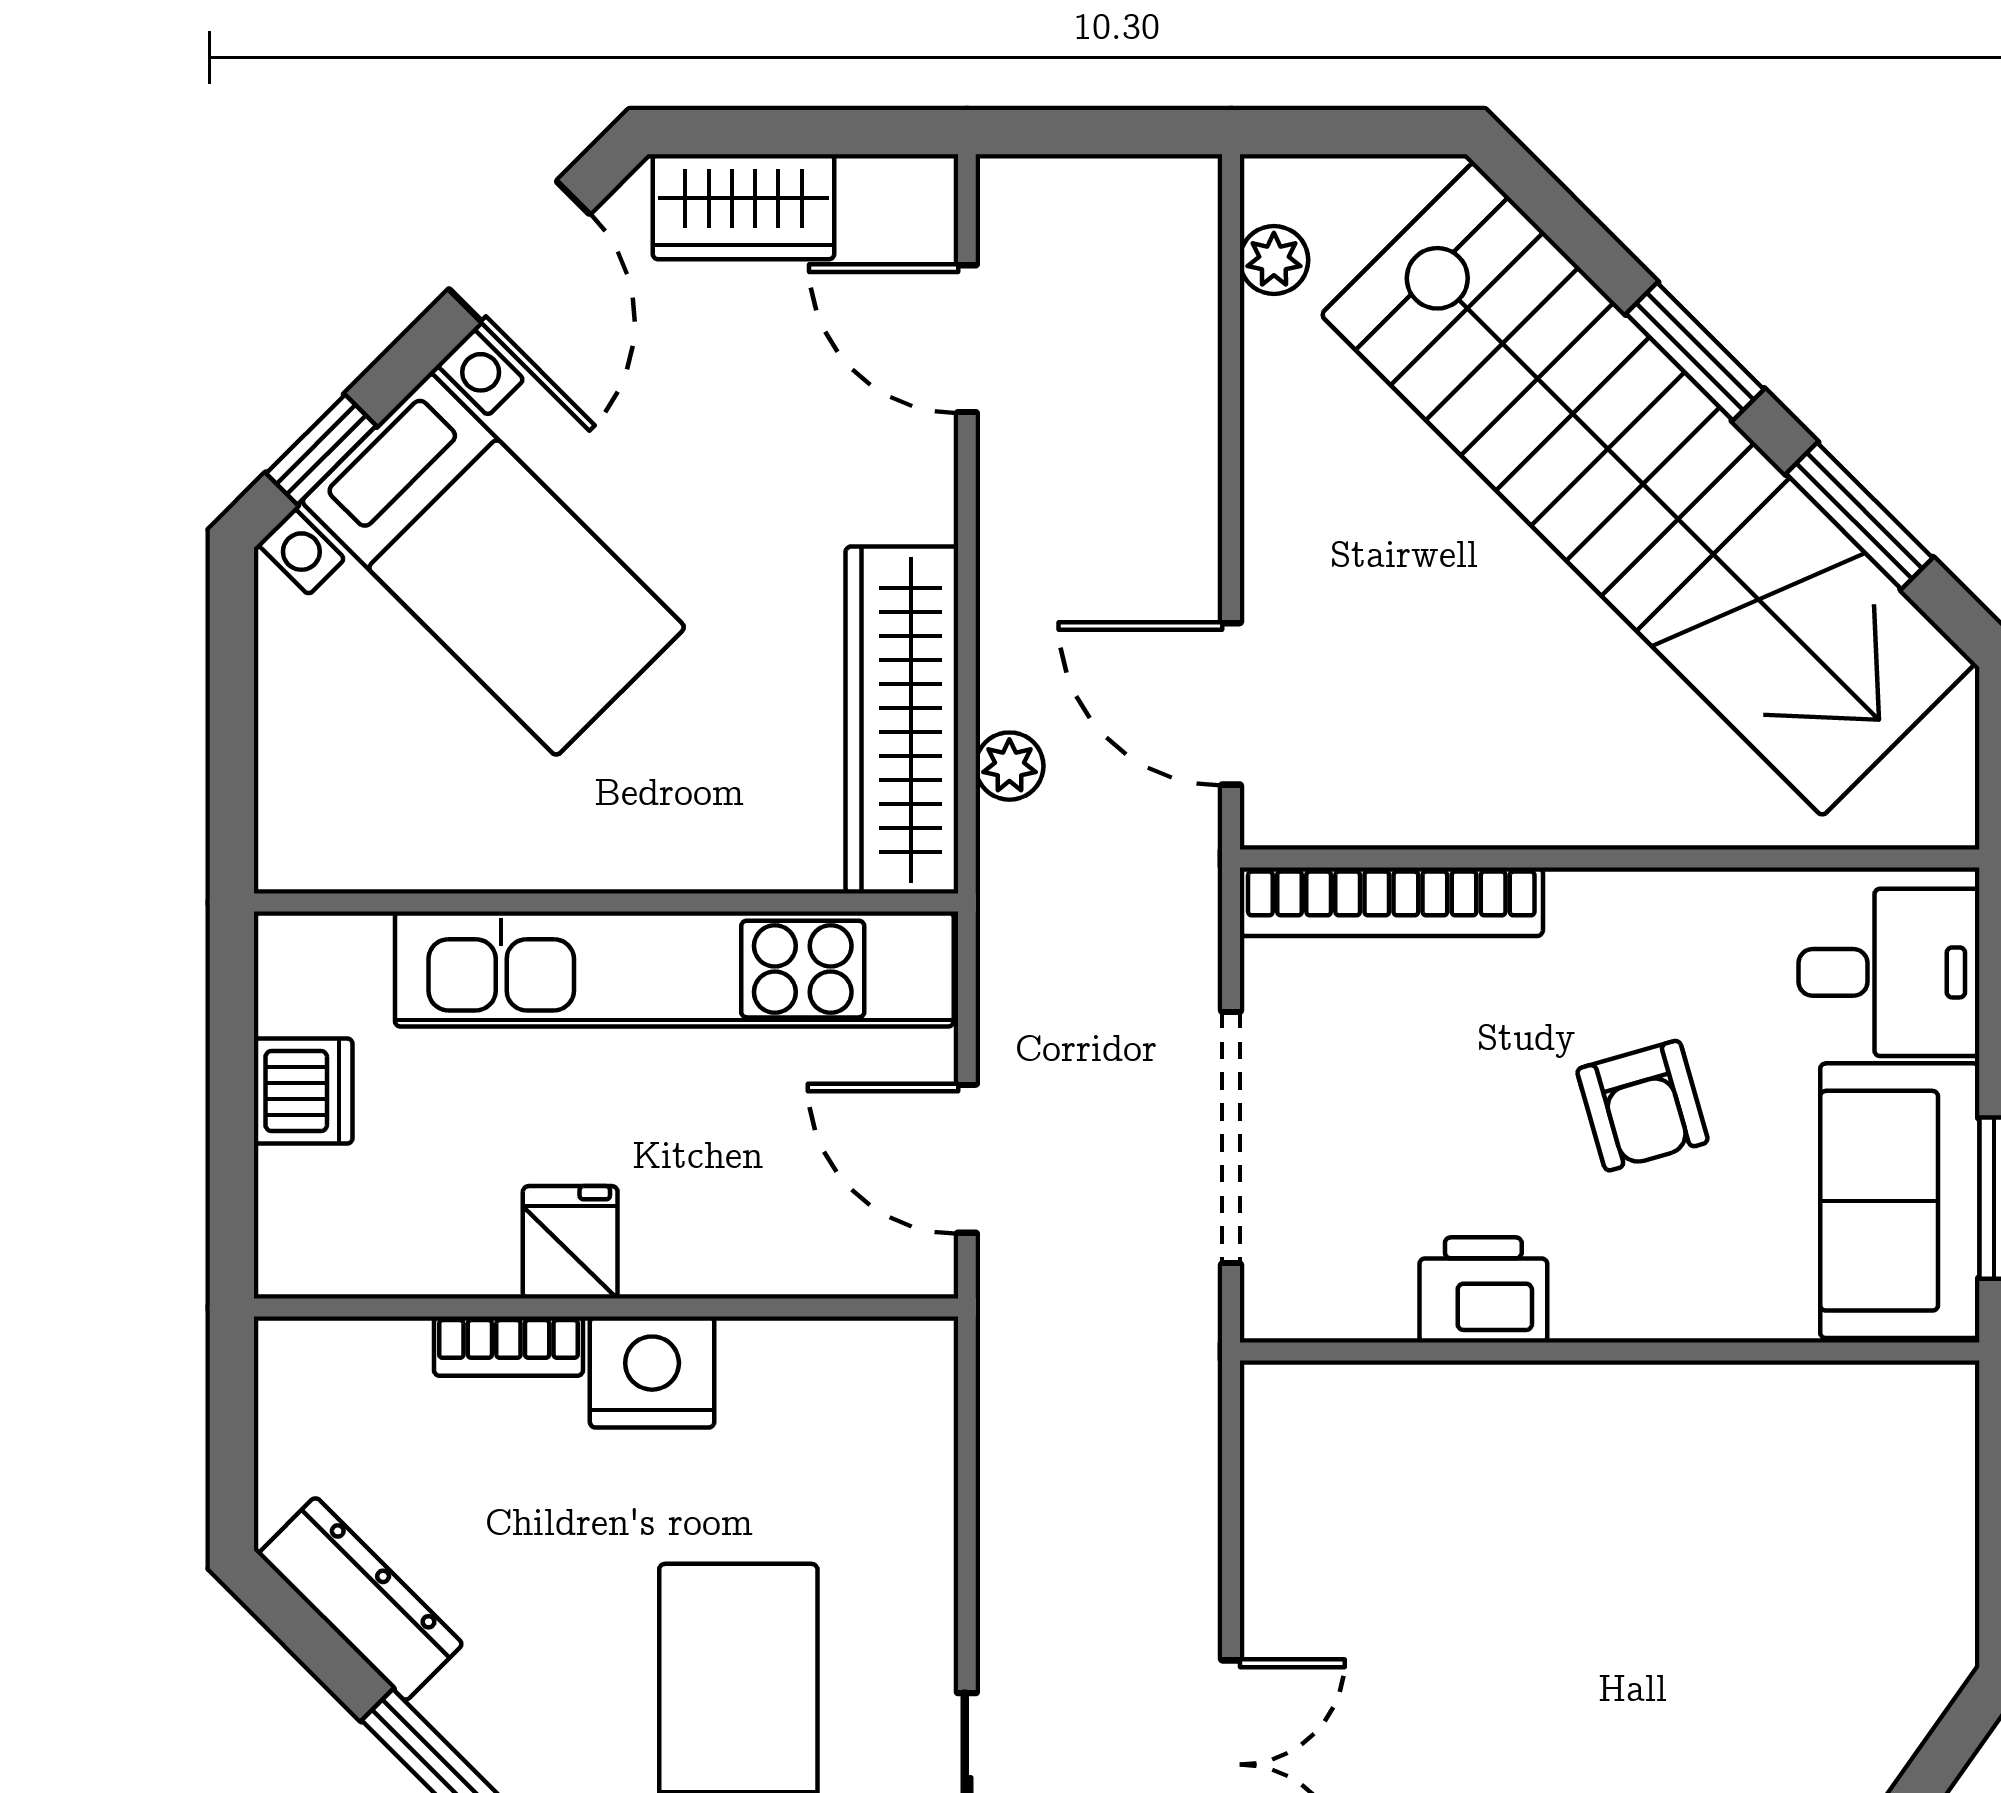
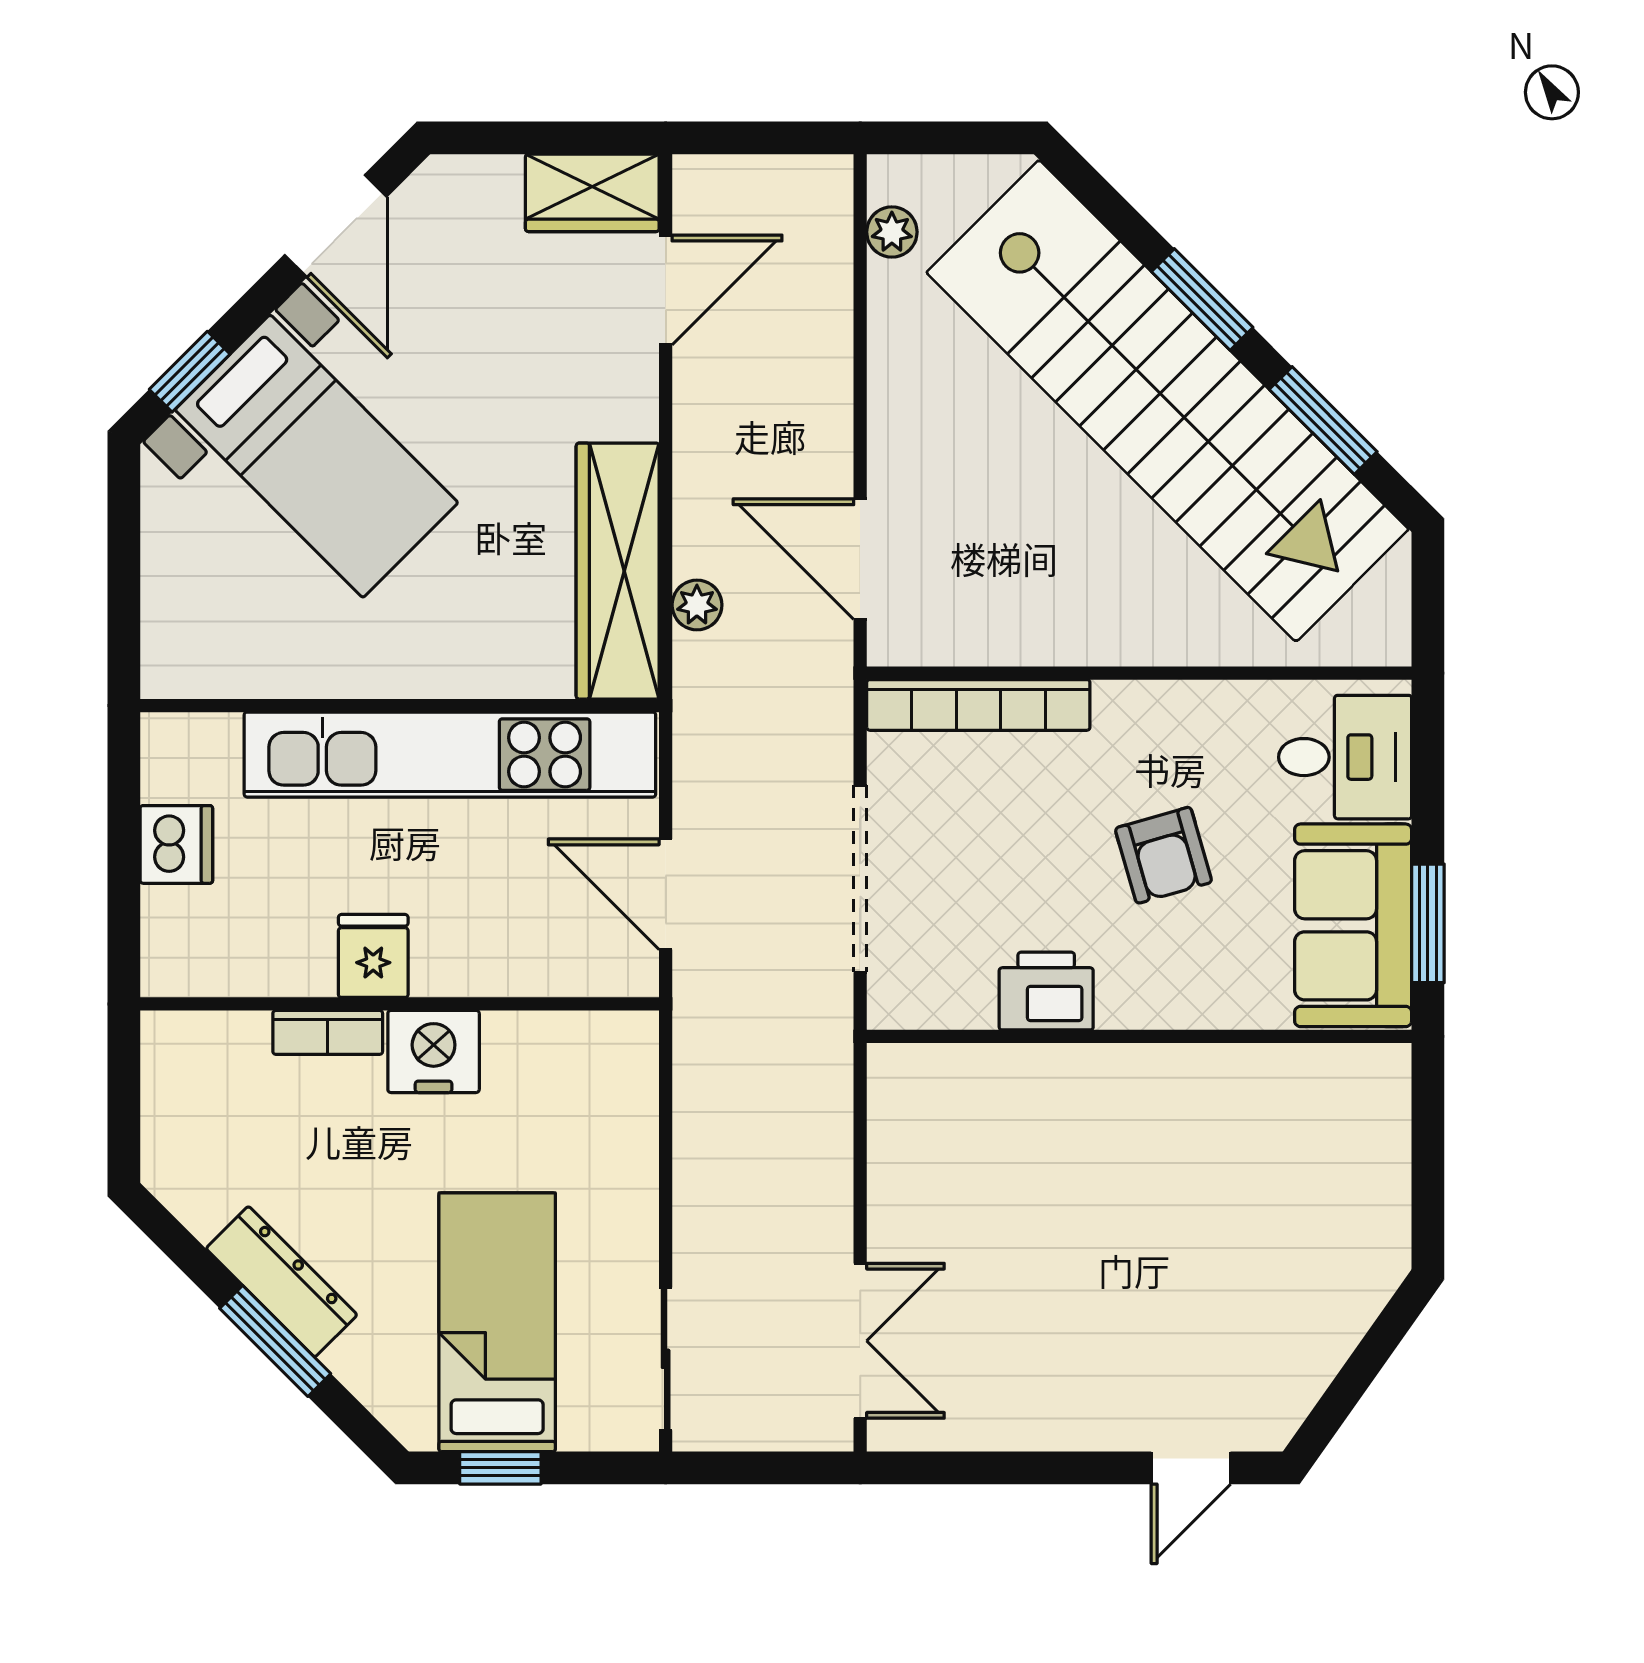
wardrobe: (744, 207) -> (592, 193), moved
door: (967, 339) -> (666, 290), swing flipped
dresser: (360, 1599) -> (282, 1282), moved

